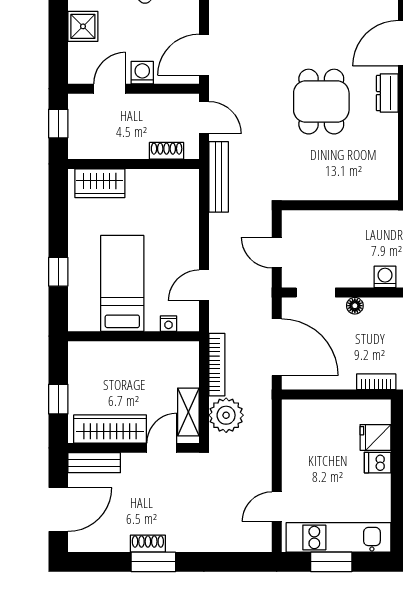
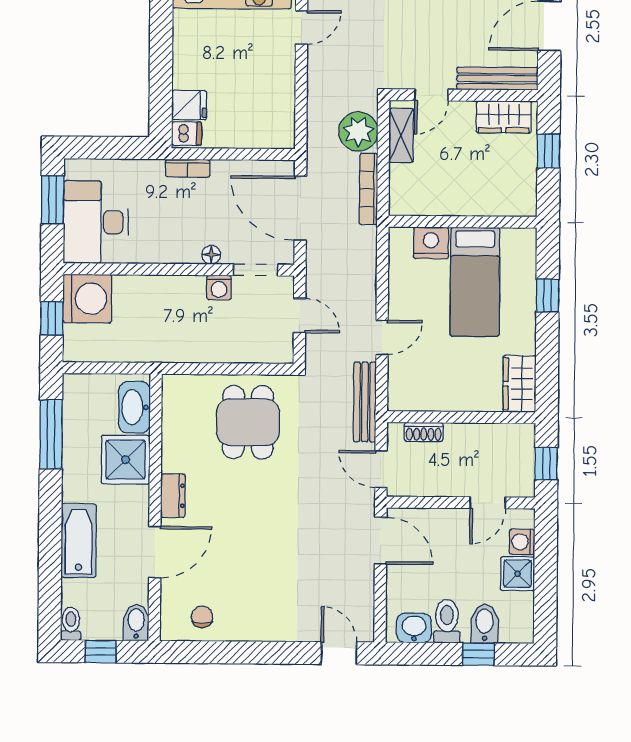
door: (204, 55) -> (381, 541), hinge flipped
washing machine: (142, 73) -> (522, 542), moved, turned 90
dining table: (321, 102) -> (248, 422), moved
wardrobe: (100, 183) -> (519, 384), moved, turned -90
washing machine: (385, 277) -> (219, 287), moved
door: (204, 285) -> (382, 337), moved
nightstand: (169, 324) -> (431, 243), width x1.89, depth x1.79
wardrobe: (110, 429) -> (504, 117), width x0.67
bench: (94, 463) -> (497, 79), width x1.36
dishwasher: (378, 463) -> (186, 134), moved

